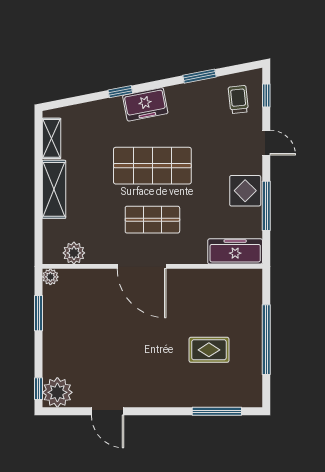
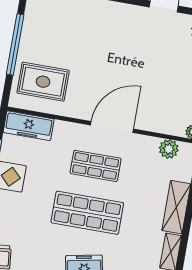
door: (142, 266) -> (112, 127), hinge flipped
rug: (209, 350) -> (43, 82), moved, width x1.36, depth x1.43

